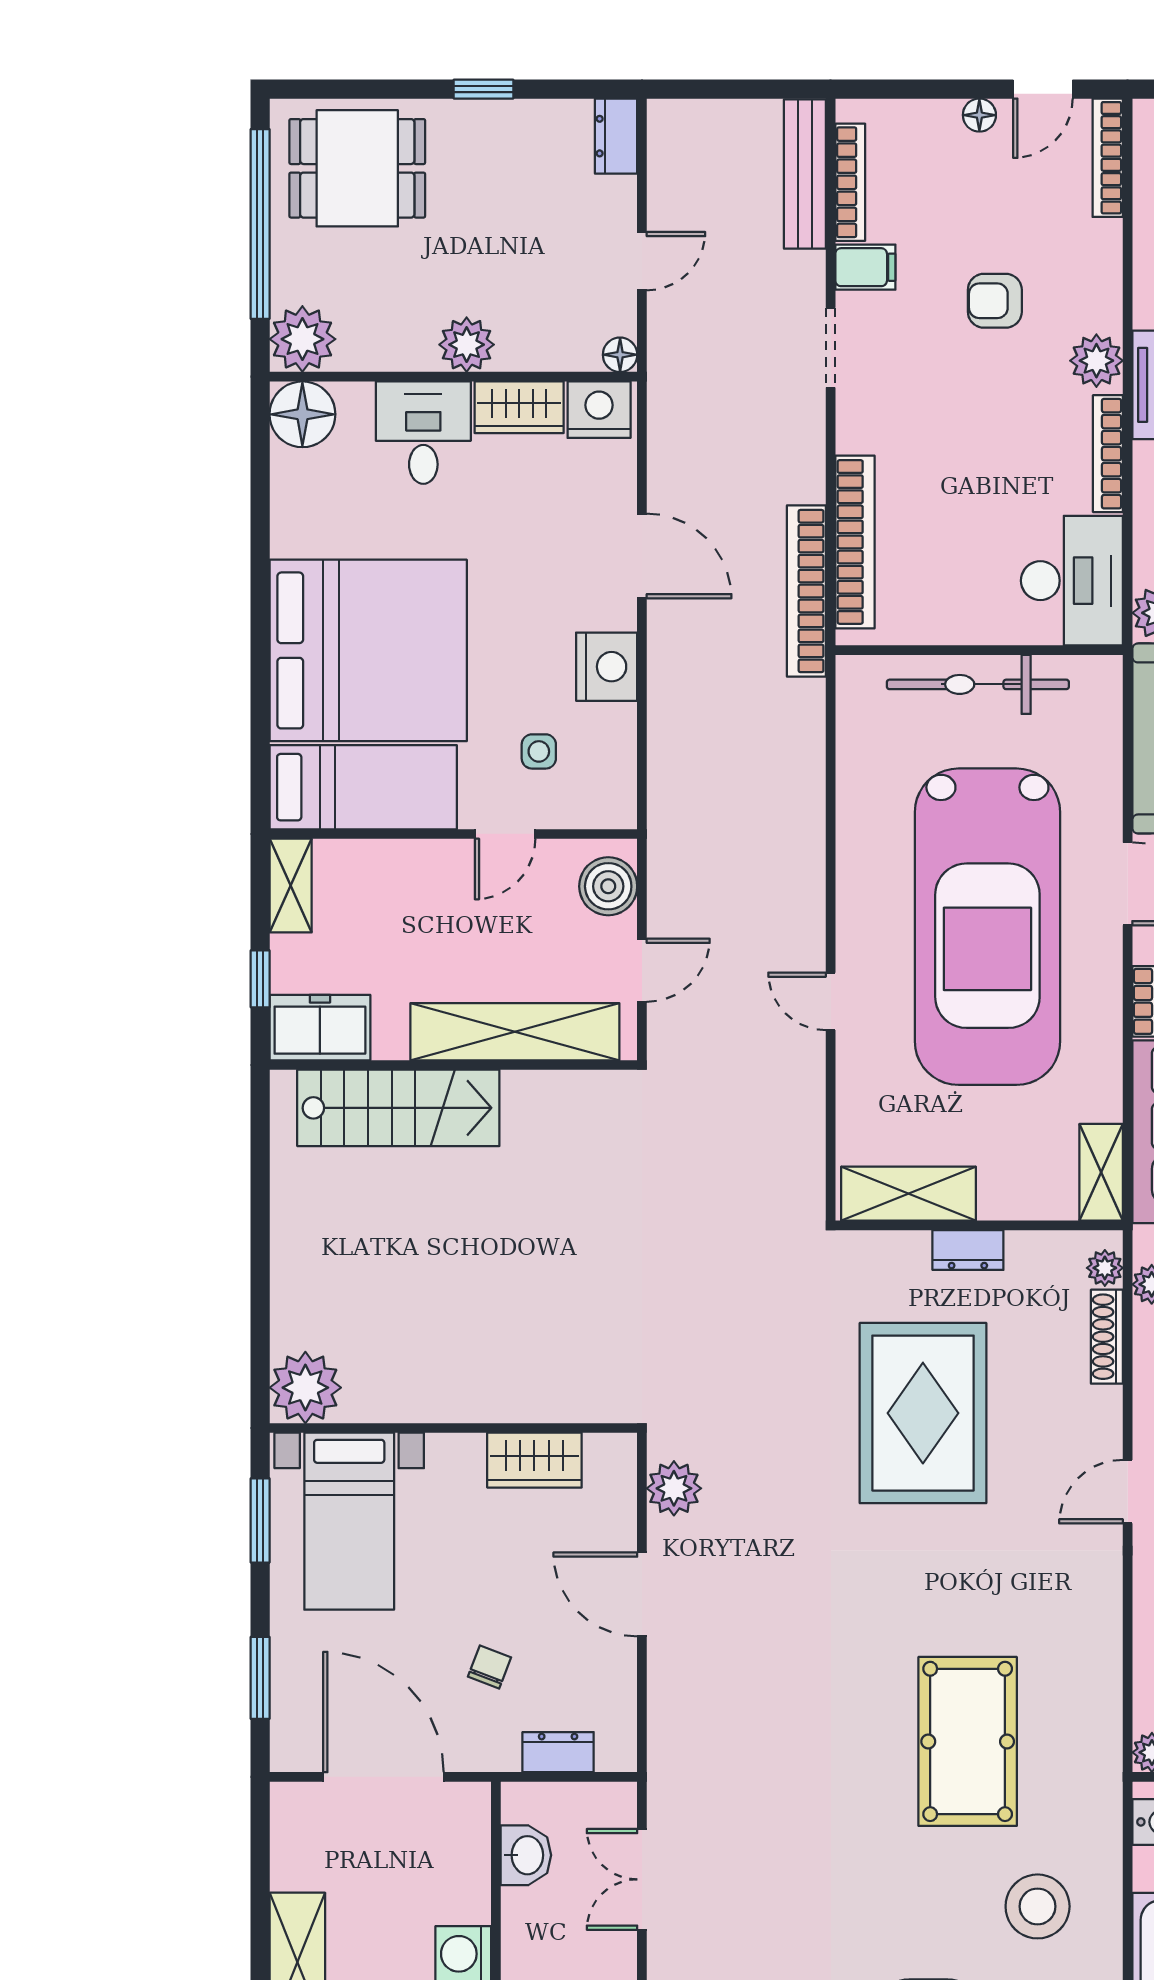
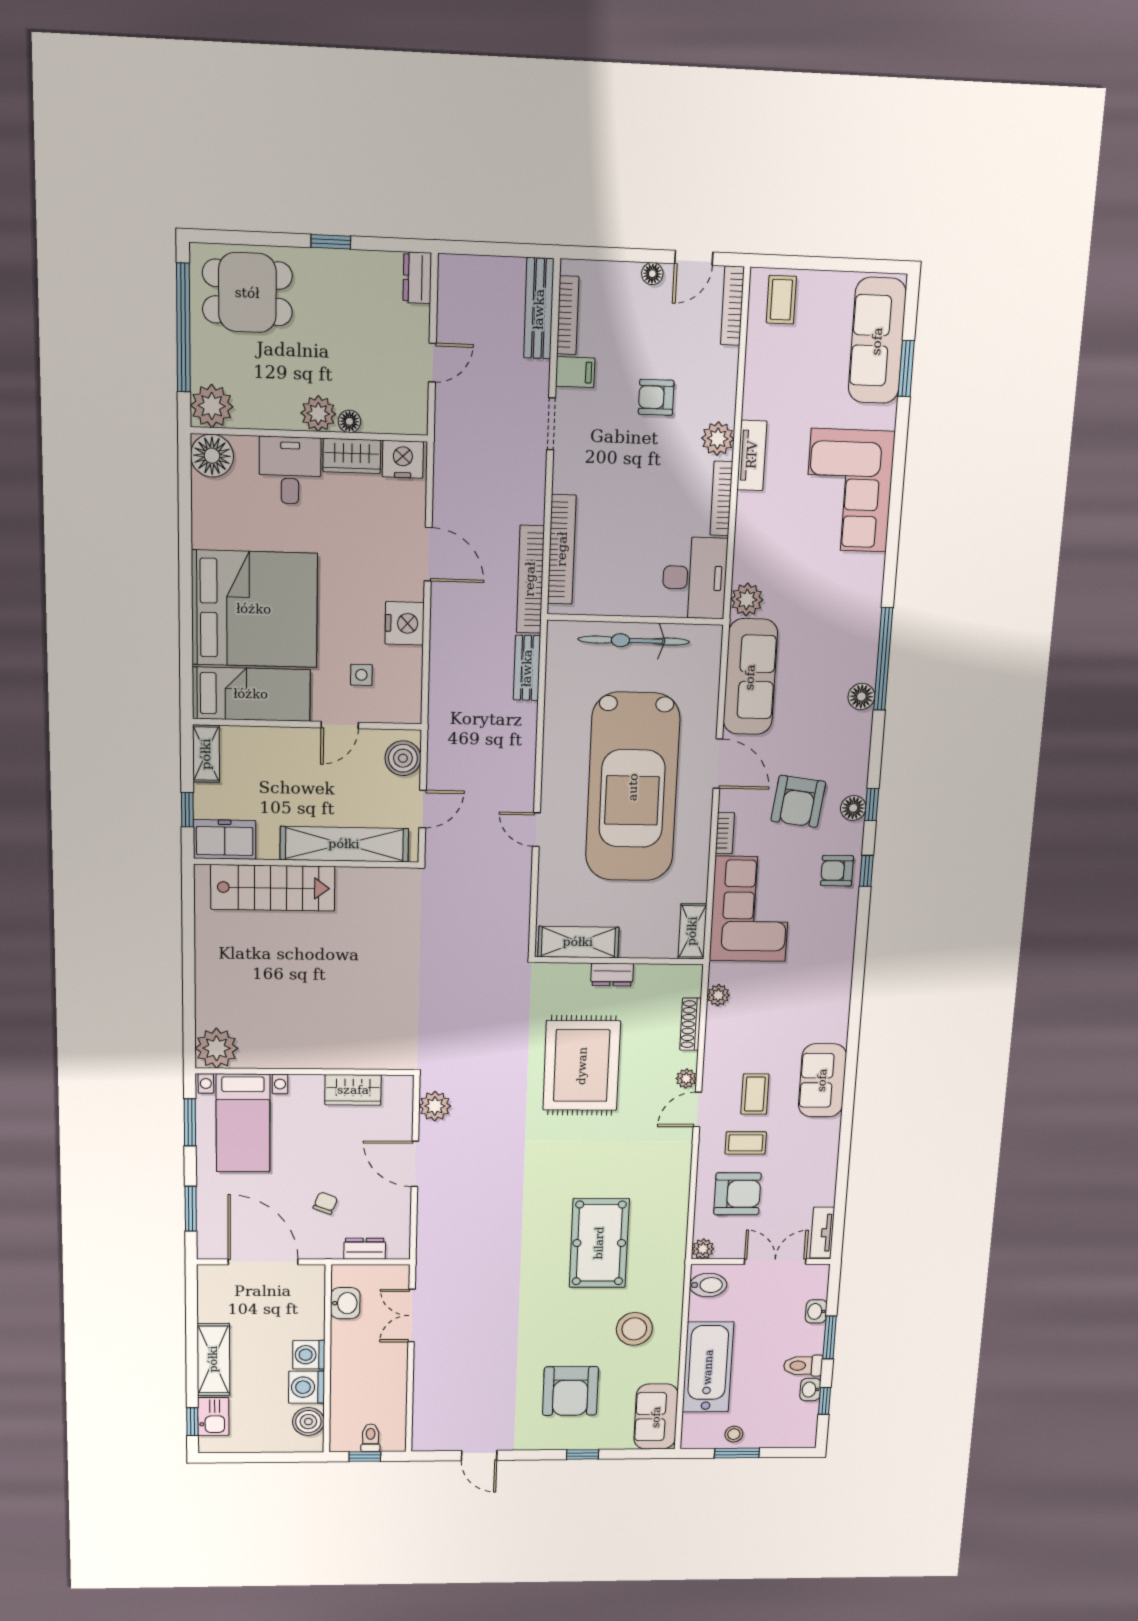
floor lamp: (620, 355) -> (349, 421), moved
bench: (806, 733) -> (527, 668), added
plant: (1105, 1268) -> (686, 1079), moved

